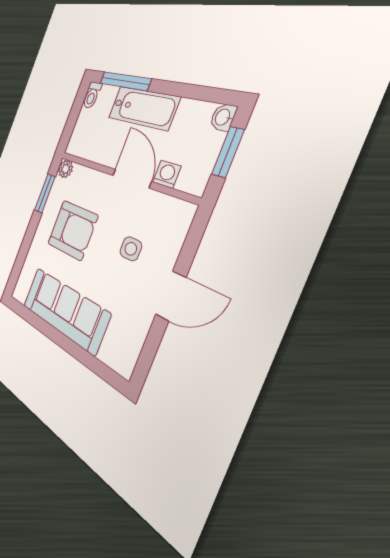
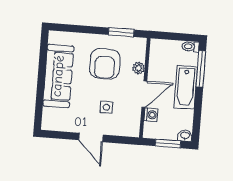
plant: (66, 169) -> (138, 68), moved

